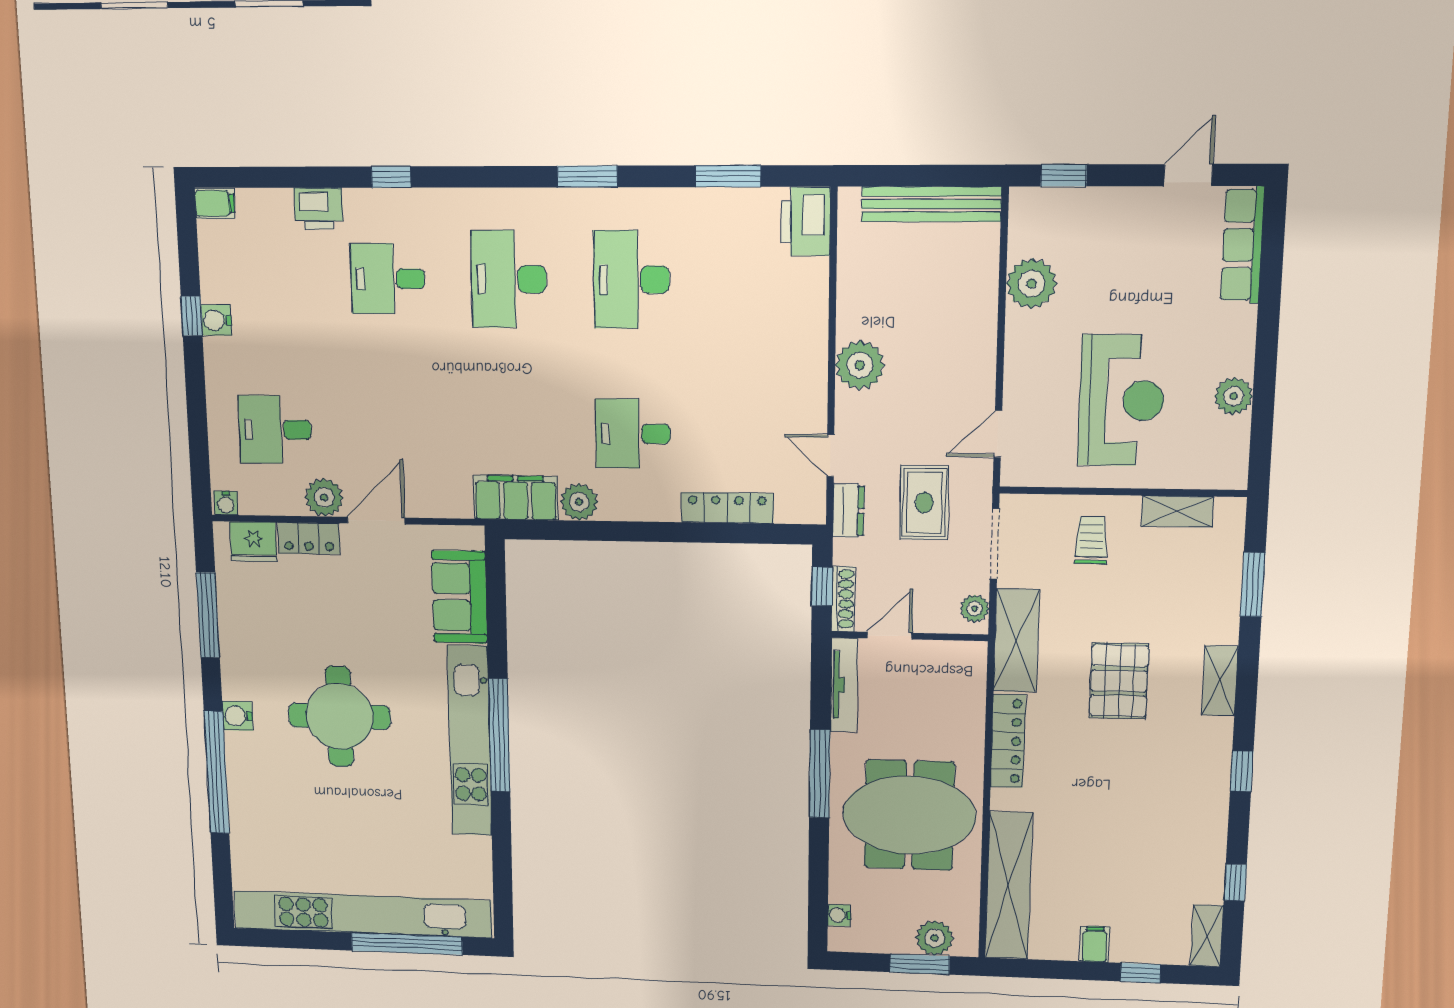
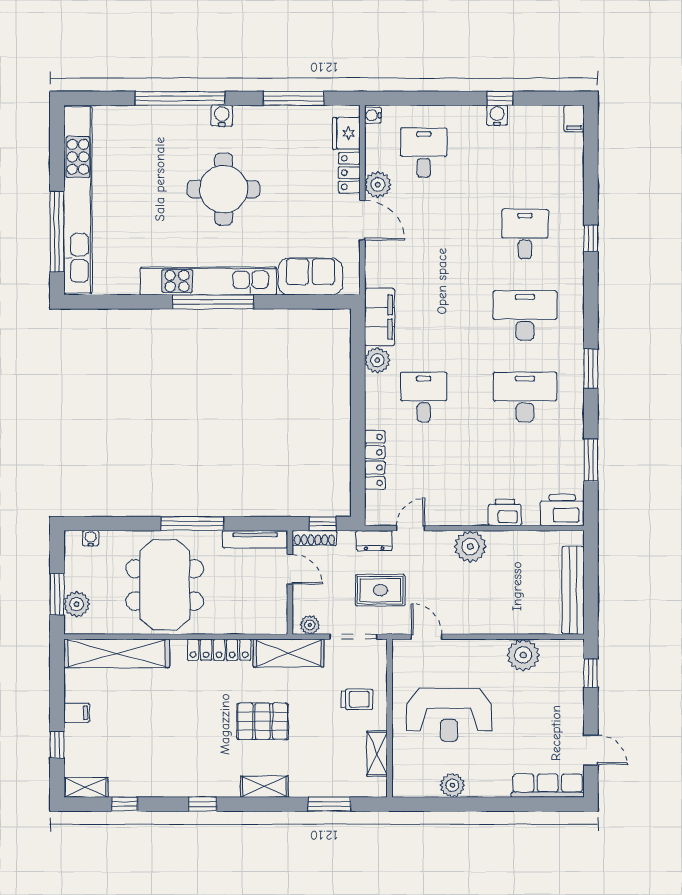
printer: (319, 208) -> (505, 512), moved, turned 90

